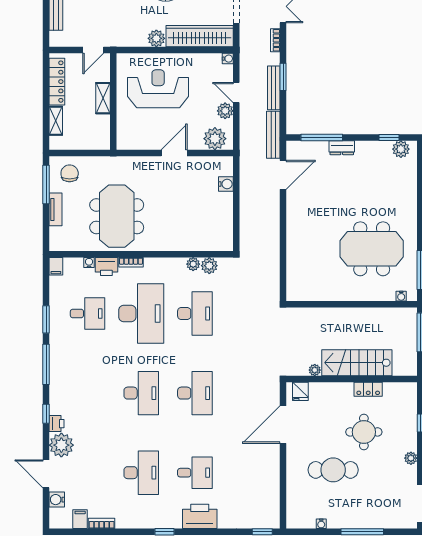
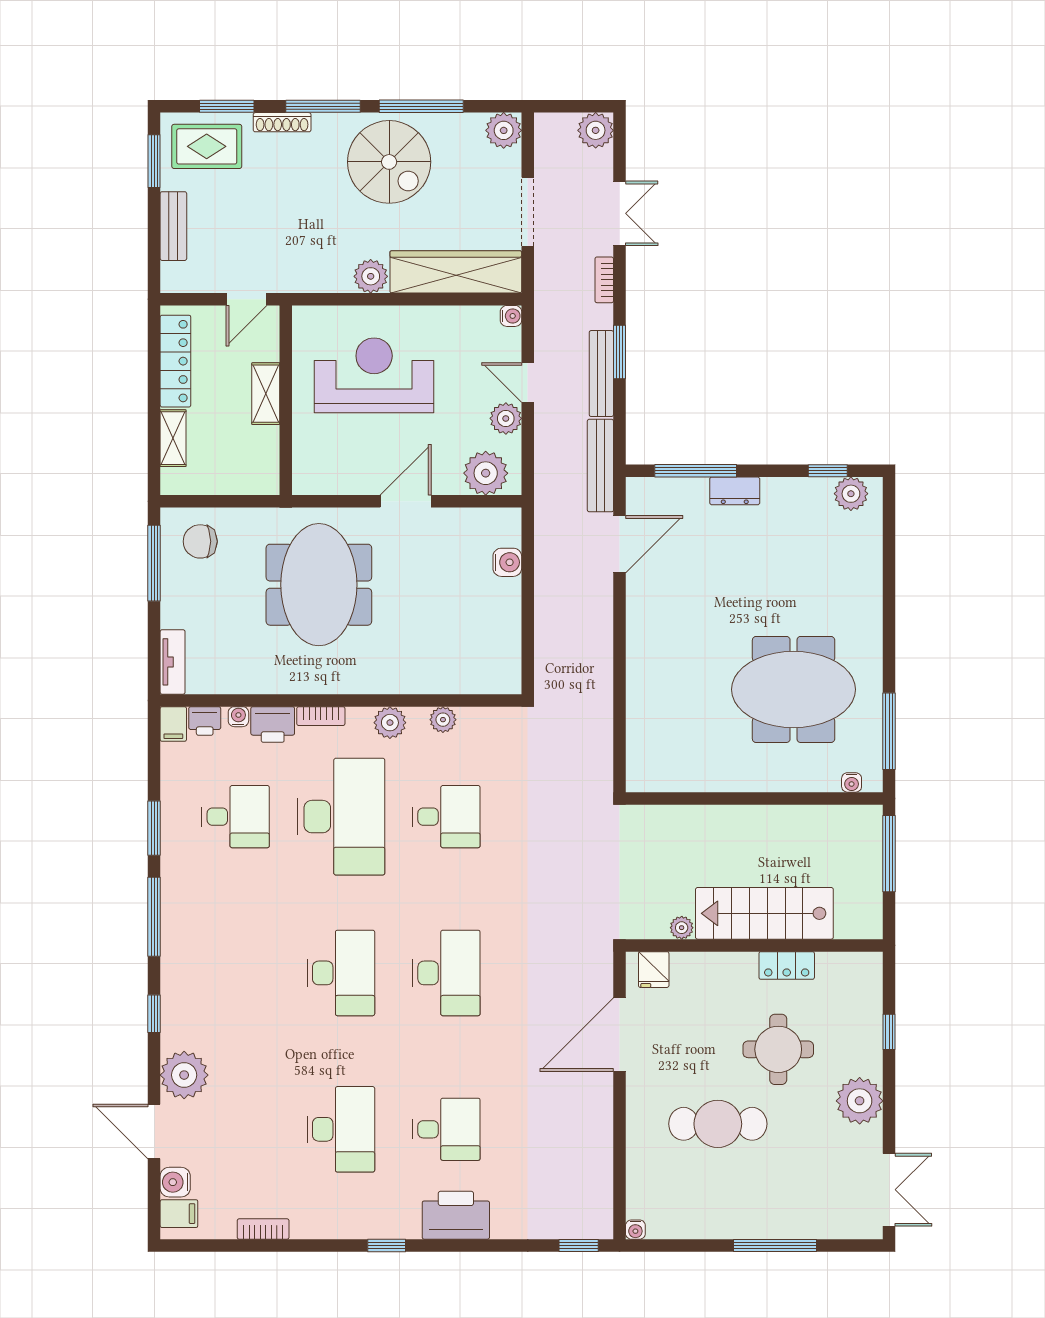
chair: (70, 173) -> (200, 541), turned -90
tv unit: (56, 209) -> (173, 662), moved
meeting table: (117, 216) -> (319, 585), moved
plant: (209, 266) -> (390, 723), moved
desk: (195, 313) -> (446, 817), width x0.73
printer: (57, 424) -> (205, 721), moved, turned 90
plant: (411, 458) -> (860, 1101), width x1.88, depth x1.88
filing cabinet: (80, 519) -> (179, 1214), moved, turned 90
water cooler: (321, 524) -> (635, 1230), moved

